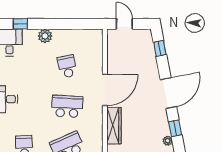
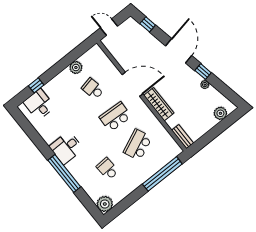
plant: (45, 36) -> (76, 67), moved
door: (105, 90) -> (132, 84), hinge flipped

